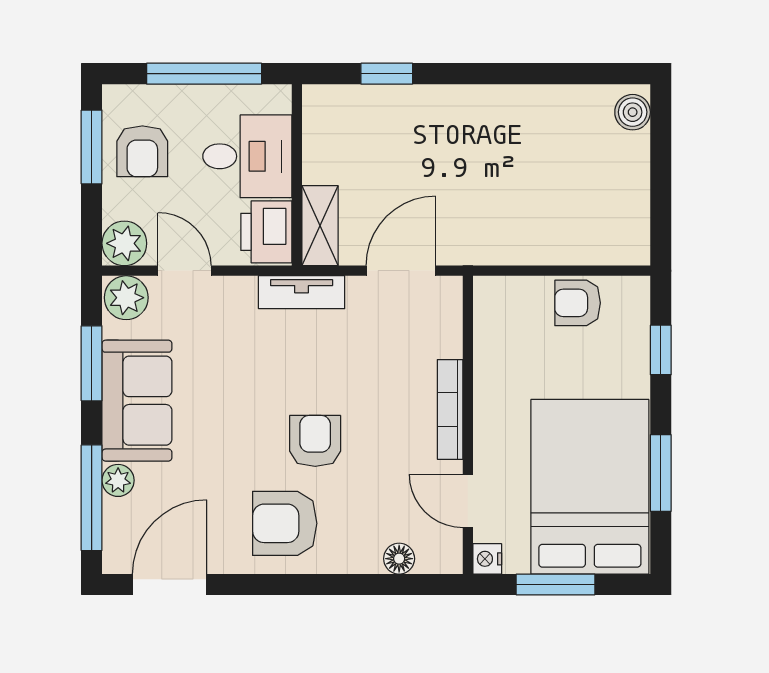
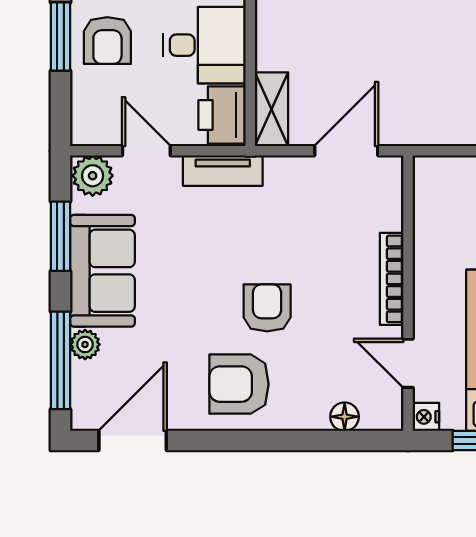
plant: (124, 243) -> (91, 126), removed
tv unit: (302, 292) -> (223, 171), moved

